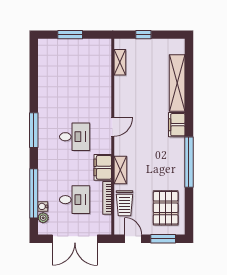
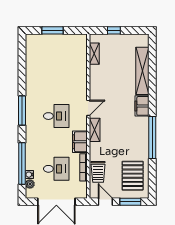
shelving: (120, 170) -> (95, 130), moved

